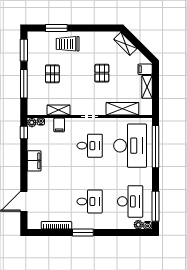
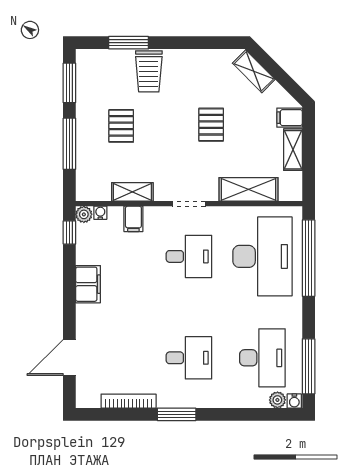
trolley: (68, 44) -> (149, 71), turned -90

